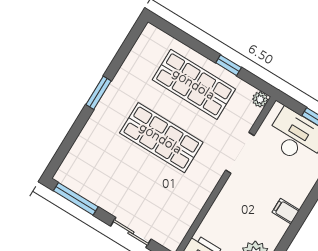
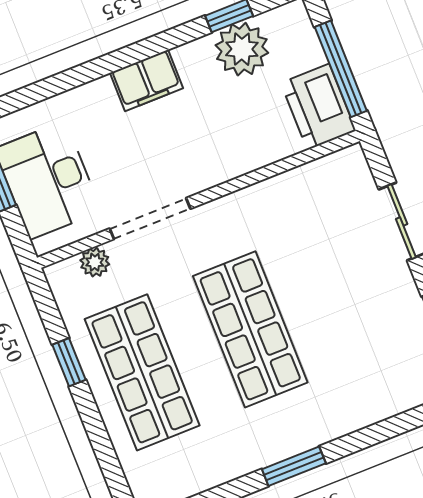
plant: (260, 99) -> (95, 262), moved
filing cabinet: (286, 211) -> (147, 81), width x2.00

